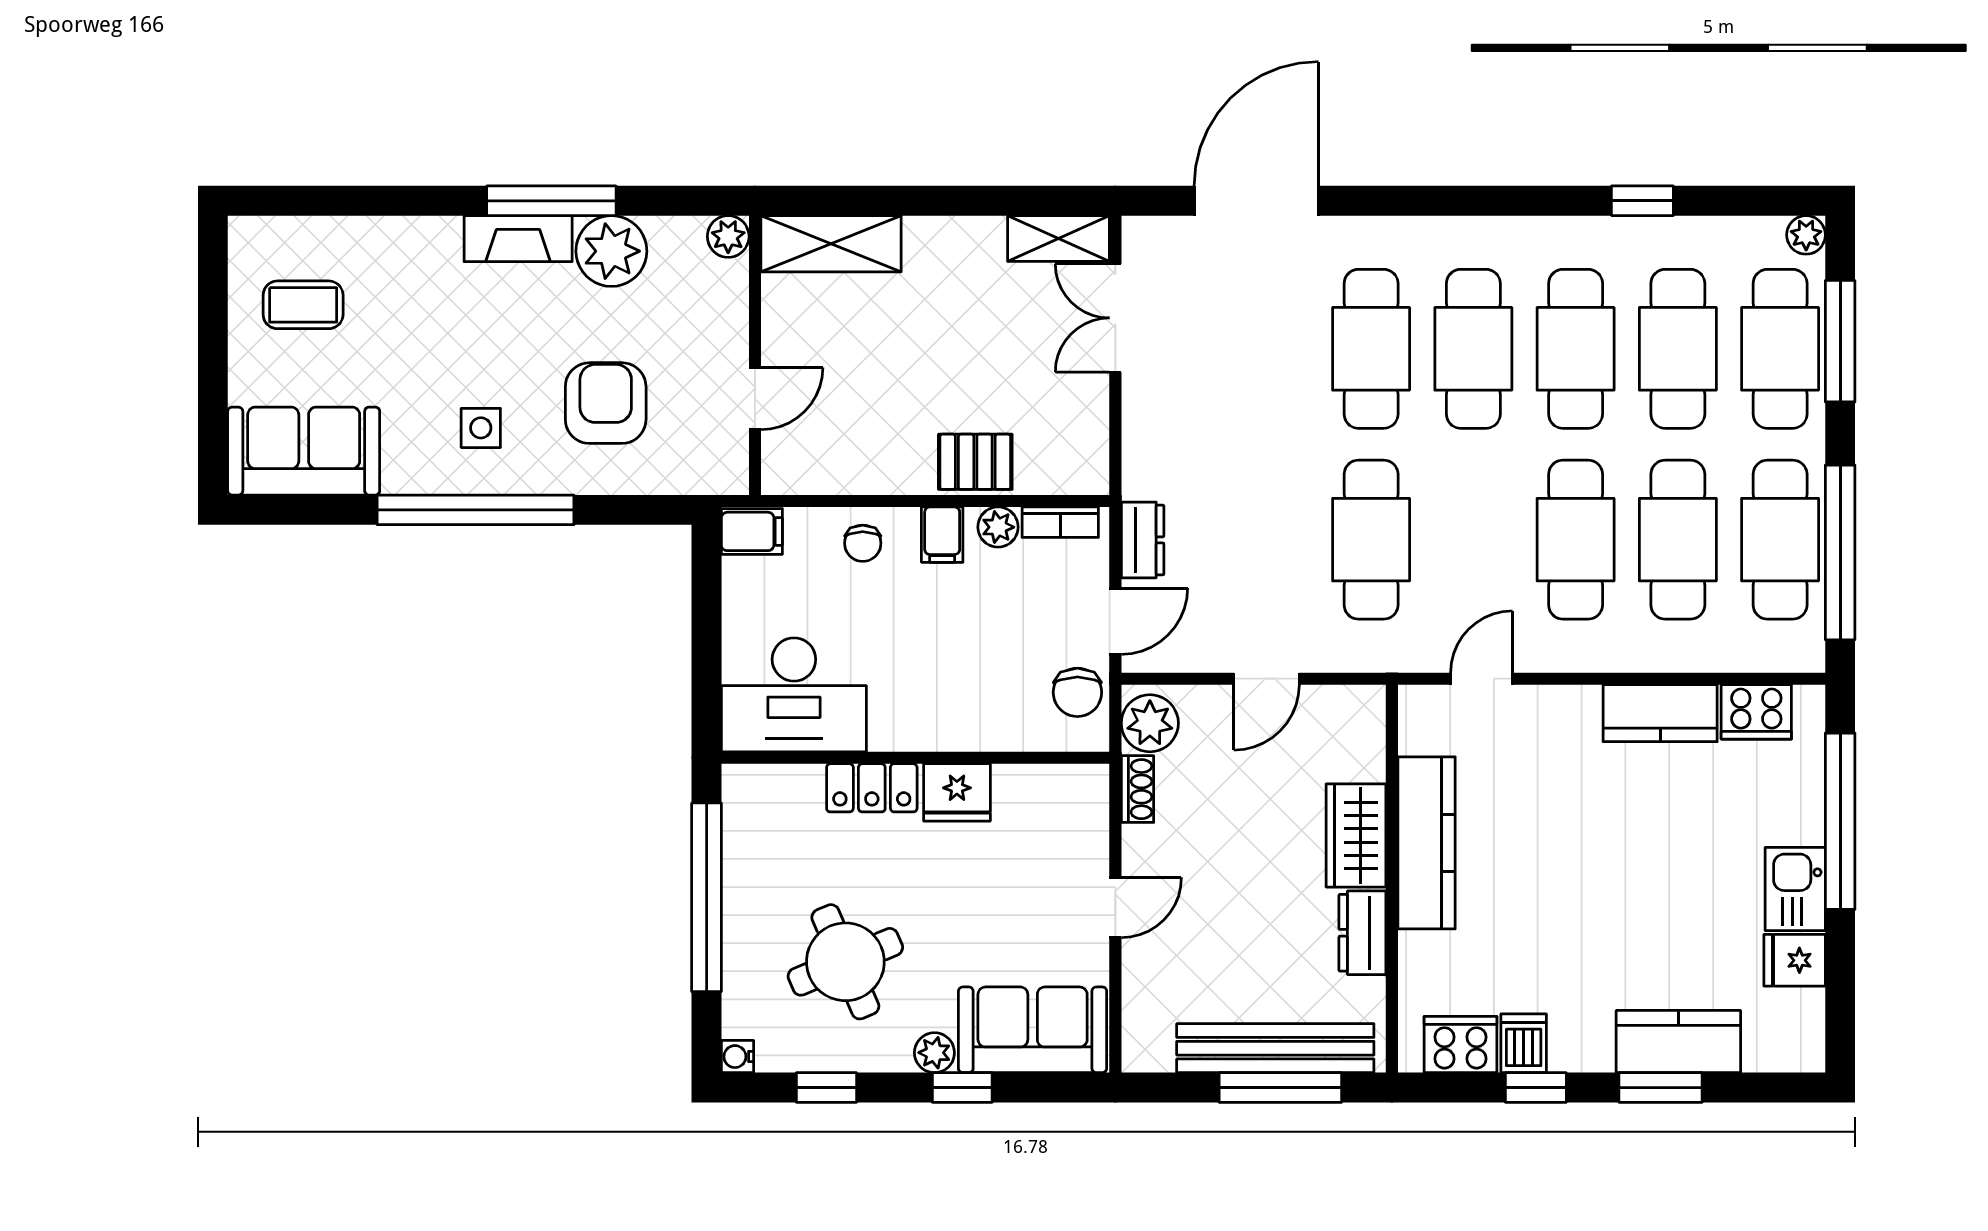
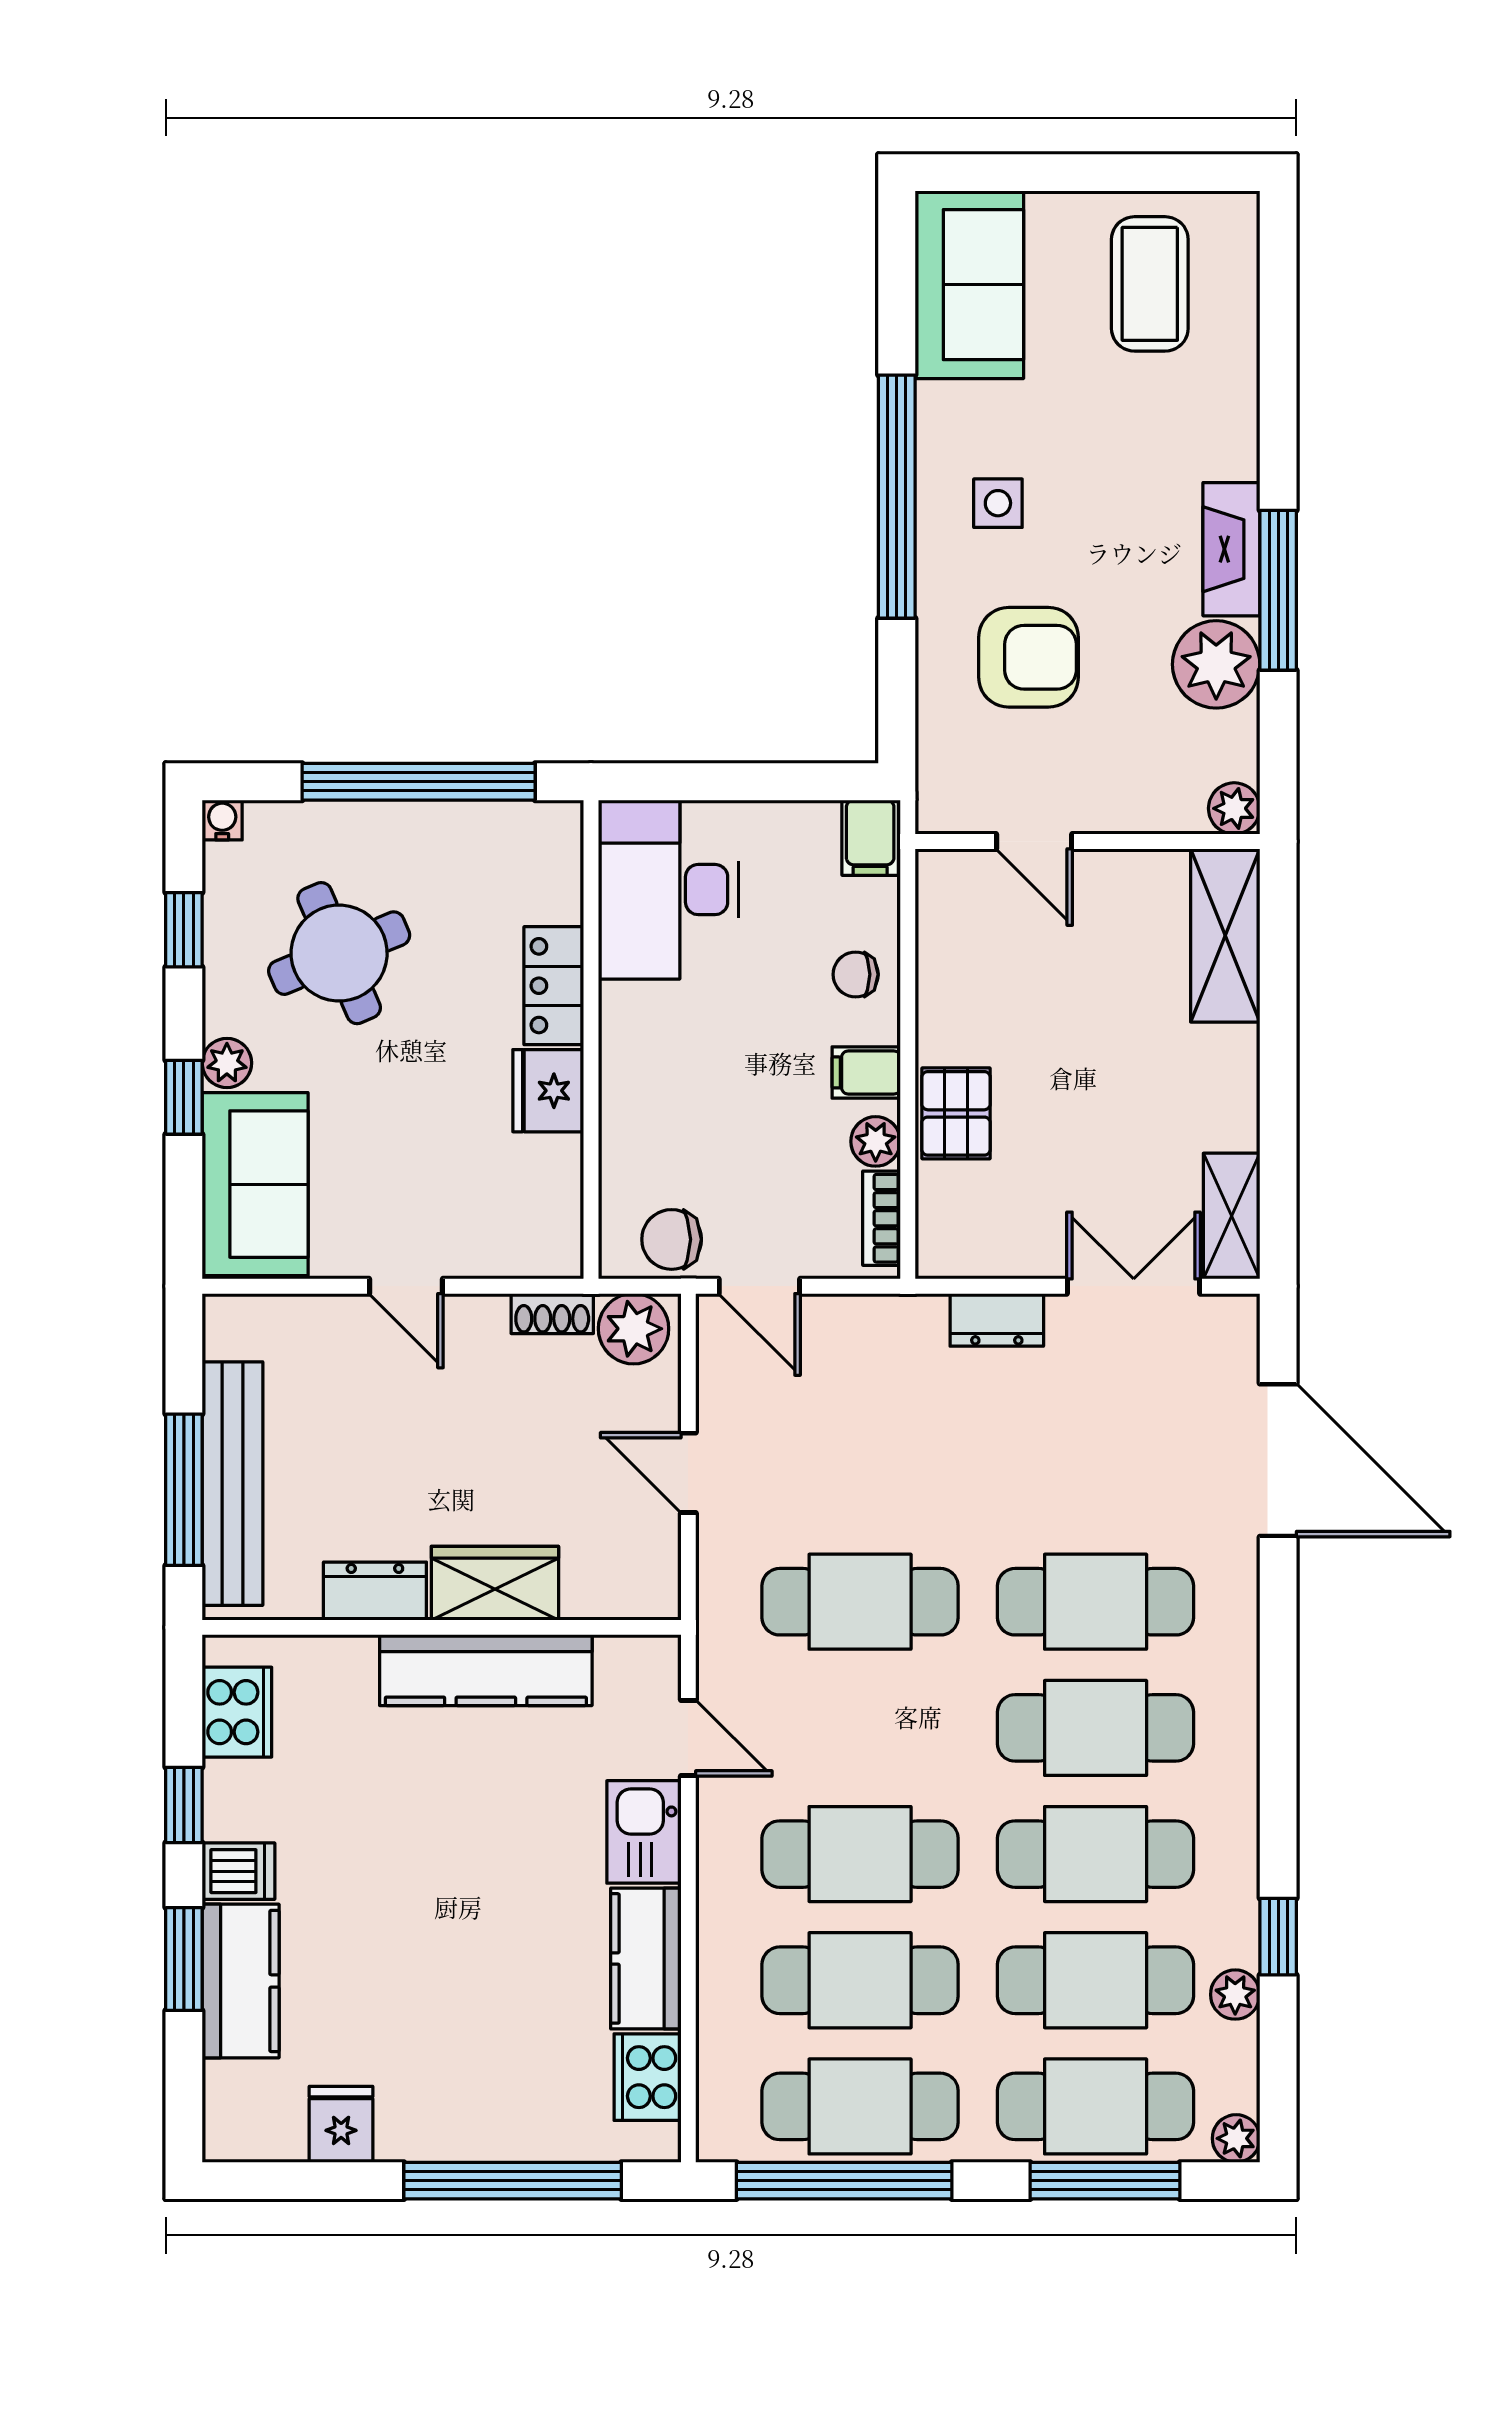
plant: (1689, 236) -> (1235, 1995), added
coffee table: (303, 305) -> (1150, 284), width x1.36, depth x1.30
dresser: (1143, 540) -> (997, 1320), moved
kitchen sink: (1795, 889) -> (644, 1832), moved, turned -90
dishwasher: (1524, 1043) -> (239, 1871), moved

